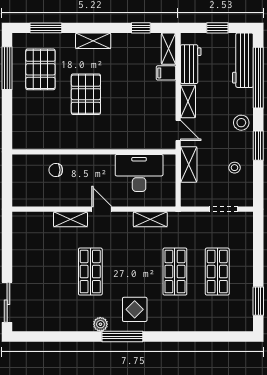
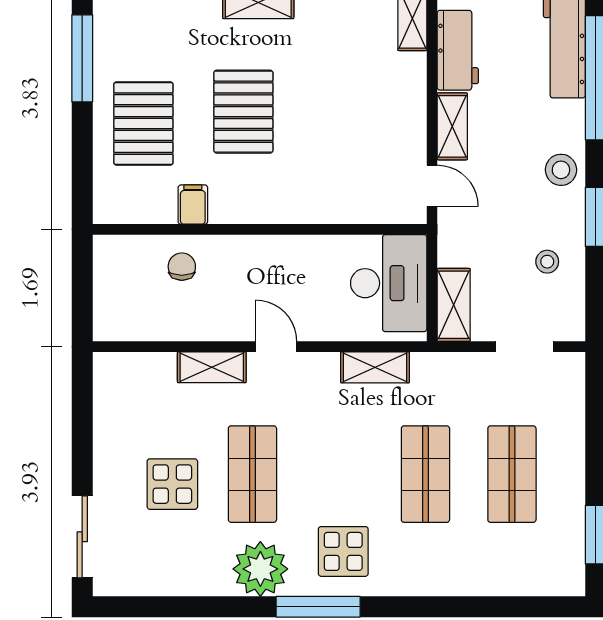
pallet: (40, 69) -> (143, 124), moved
filing cabinet: (166, 73) -> (193, 205), moved, turned 90
shelving: (189, 164) -> (454, 305), moved
chair: (56, 170) -> (182, 267), turned 90
desk: (139, 173) -> (389, 283), moved, turned 90
display table: (51, 276) -> (172, 484), added
plant: (100, 324) -> (260, 569), width x1.88, depth x1.88

